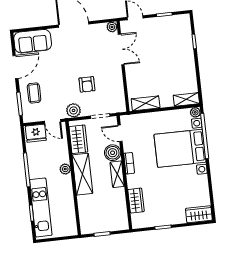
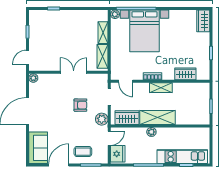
double door: (121, 49) -> (74, 72), moved
door: (15, 67) -> (59, 165), hinge flipped
shelving: (186, 99) -> (103, 33), moved
door: (120, 133) -> (126, 81), hinge flipped
boiler: (113, 153) -> (142, 89), removed

